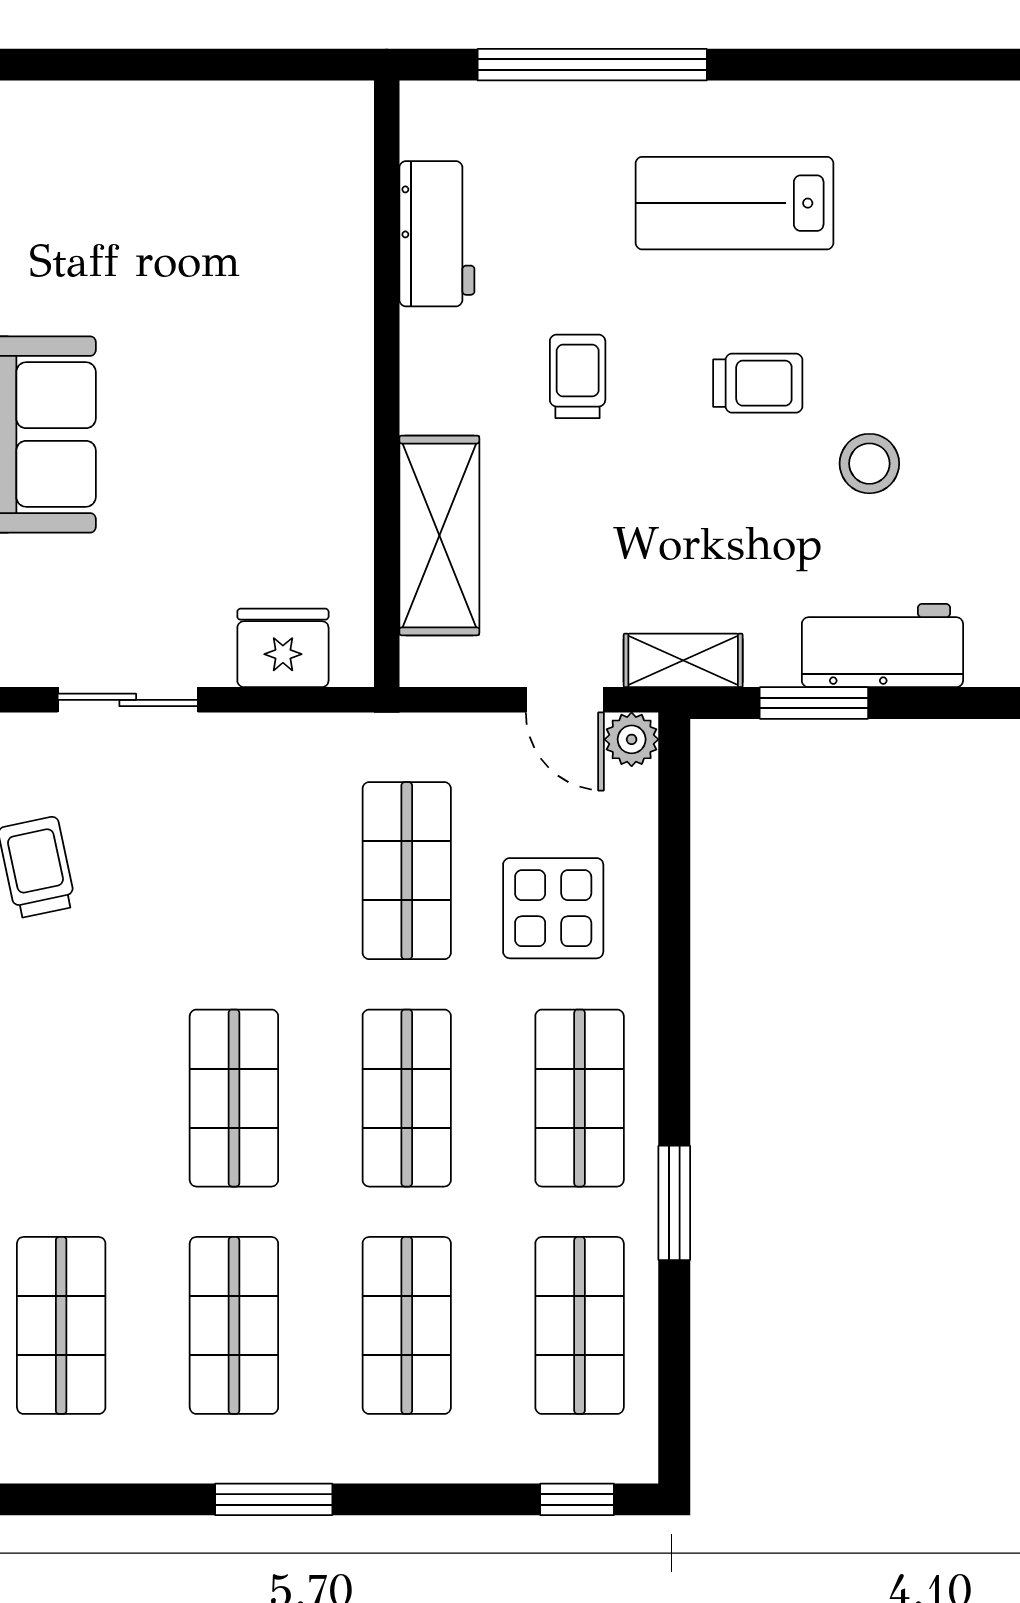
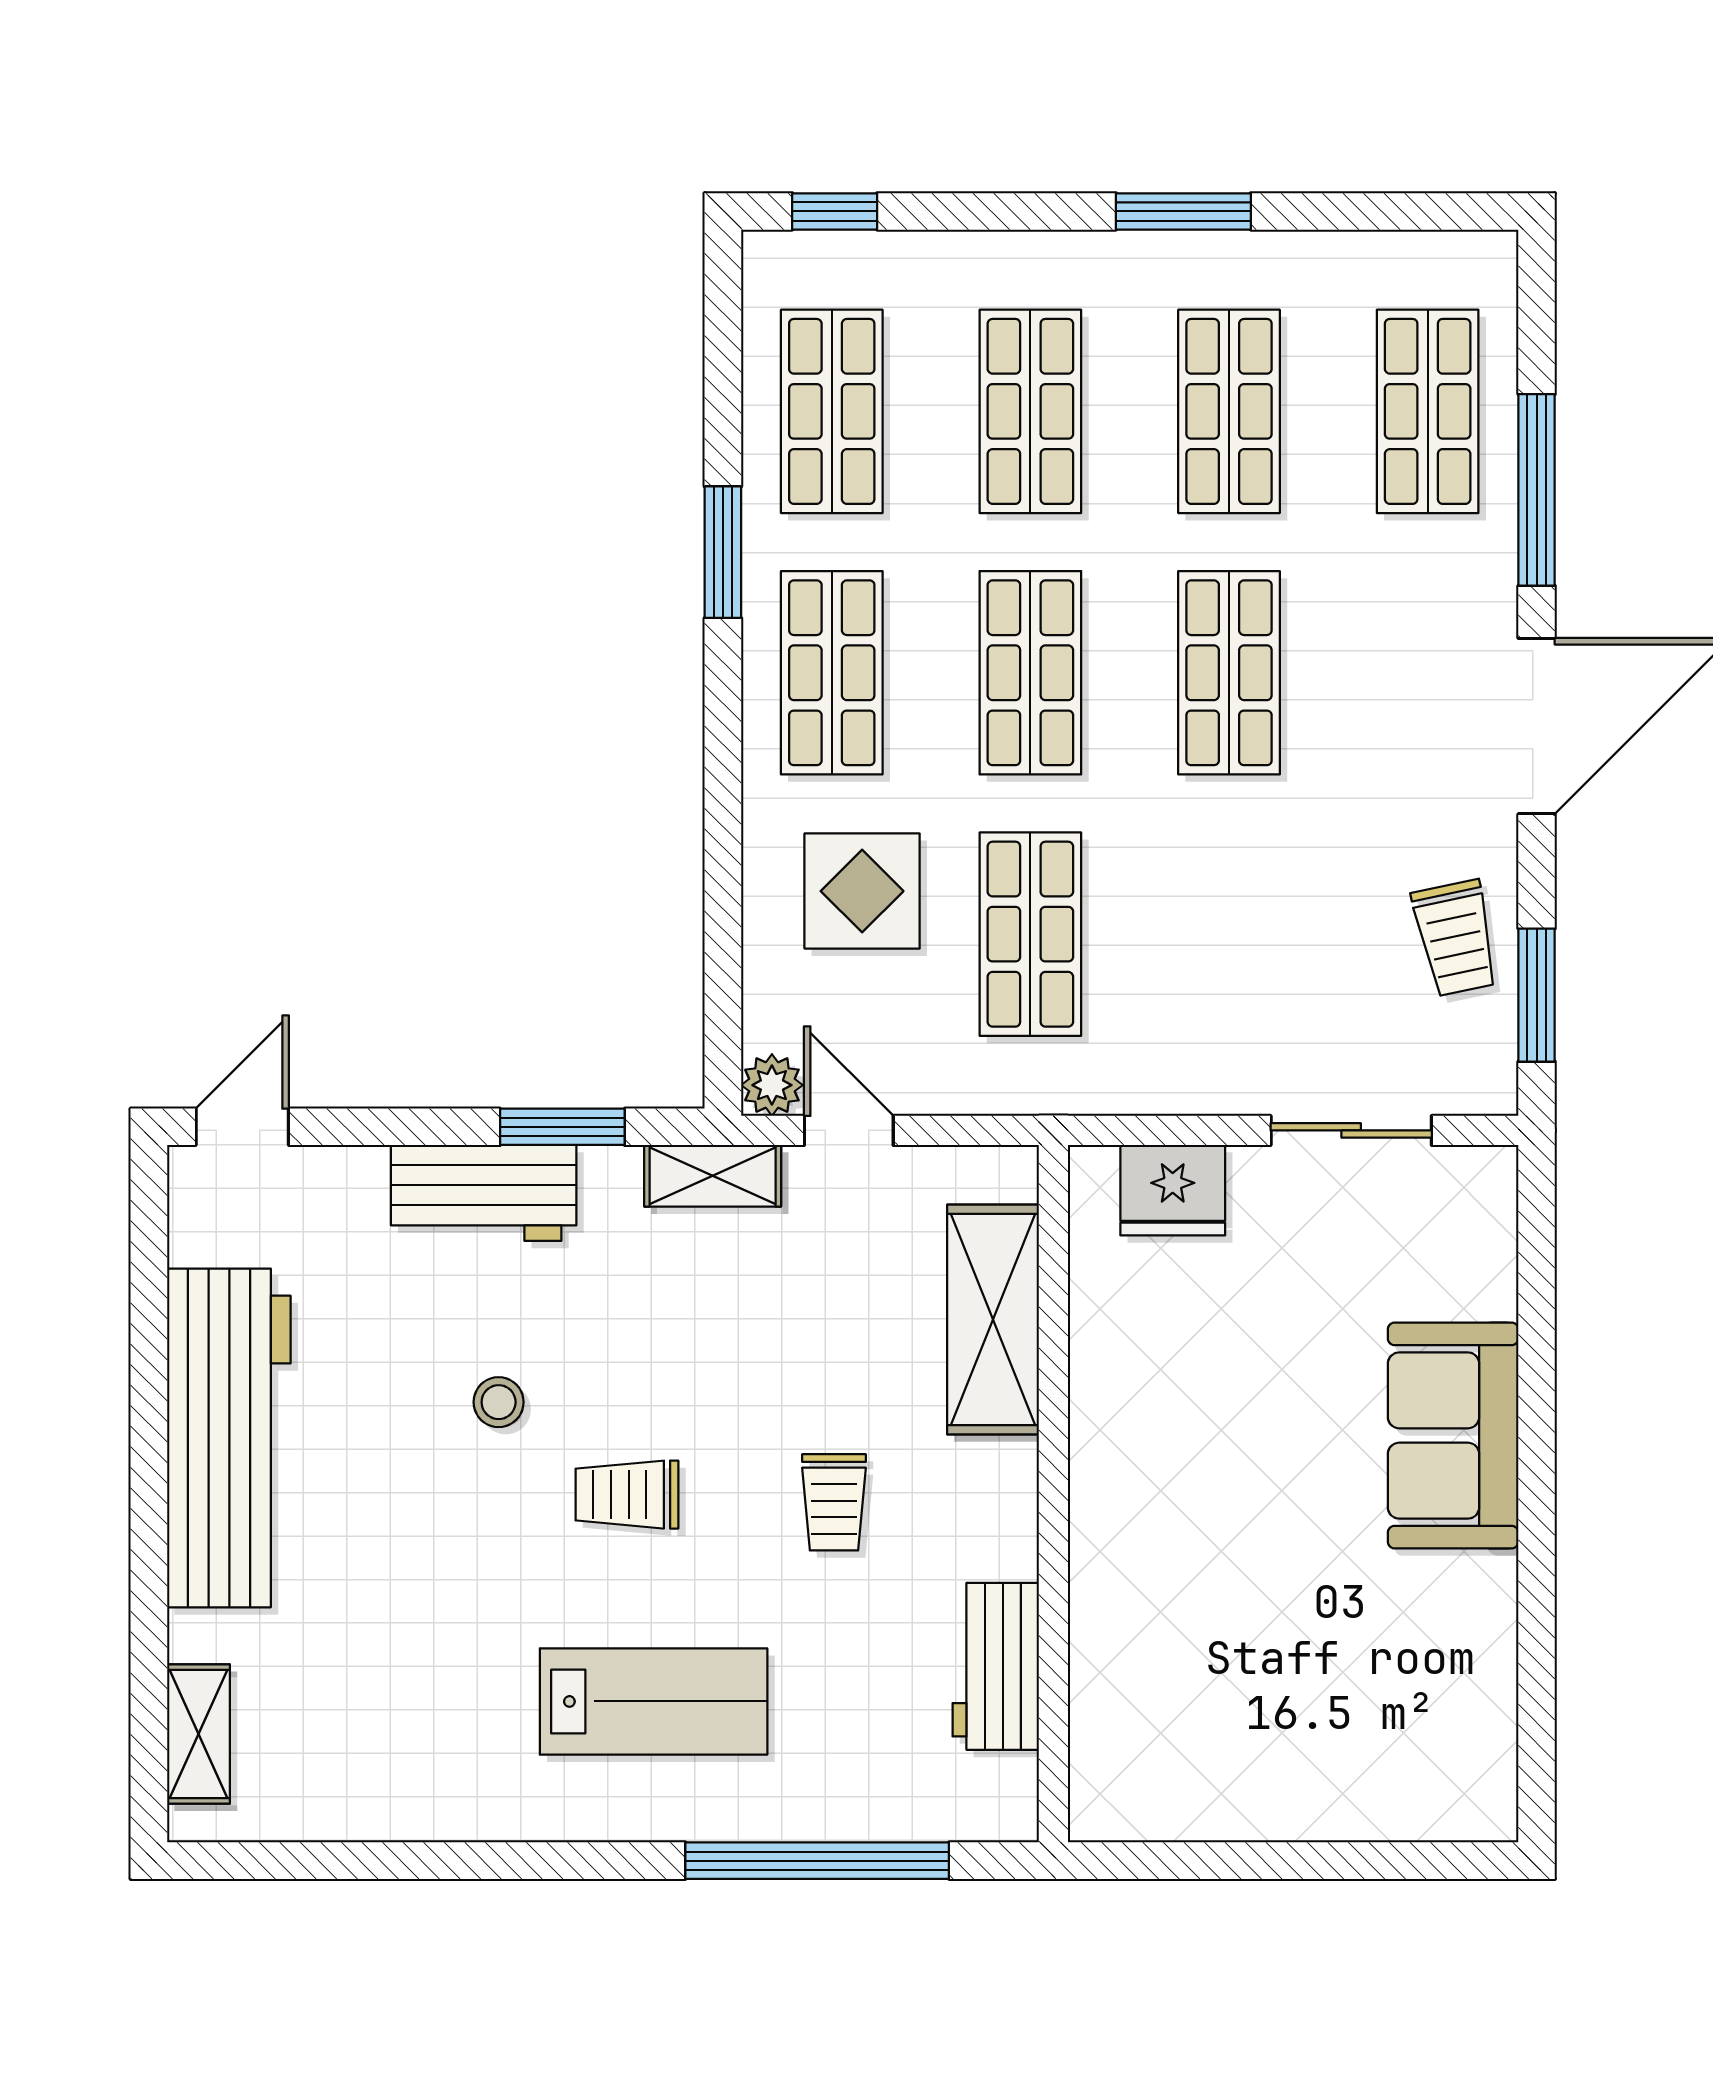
stool: (869, 464) -> (499, 1402), width x0.73, depth x0.73

